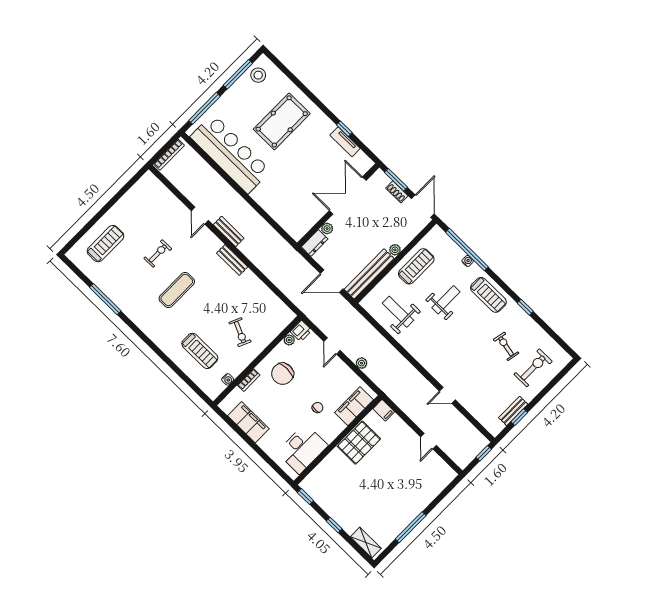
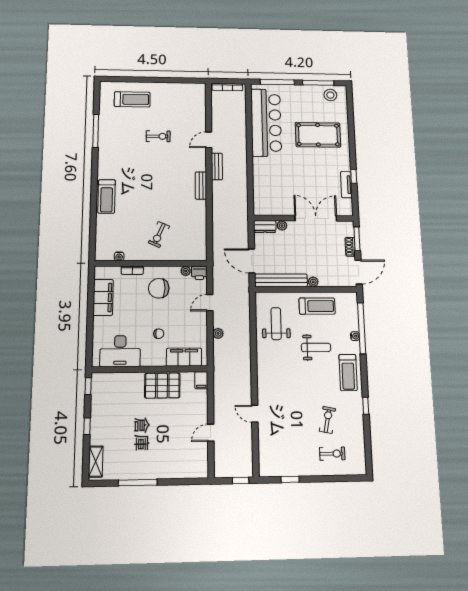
exercise mat: (177, 290) -> (146, 169), removed
treadmill: (200, 351) -> (107, 196), moved
exercise bike: (533, 368) -> (332, 454), width x0.73, depth x0.72
bench: (513, 411) -> (290, 471), removed

